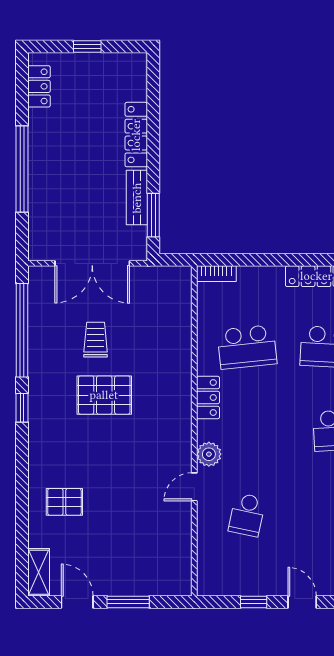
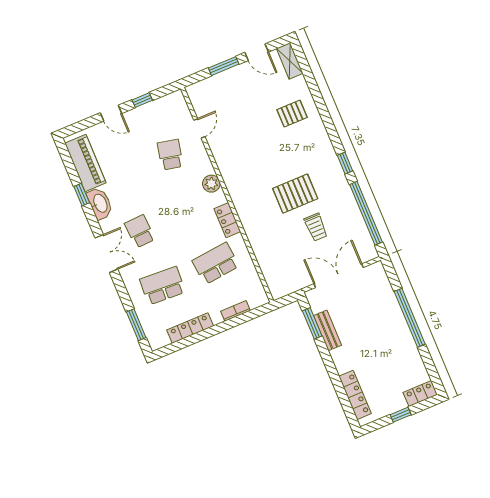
locker: (39, 86) -> (420, 394), moved, turned 90
locker: (136, 135) -> (355, 395), moved
bookcase: (216, 274) -> (235, 311), moved
door: (194, 487) -> (199, 128), moved

